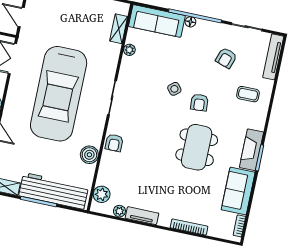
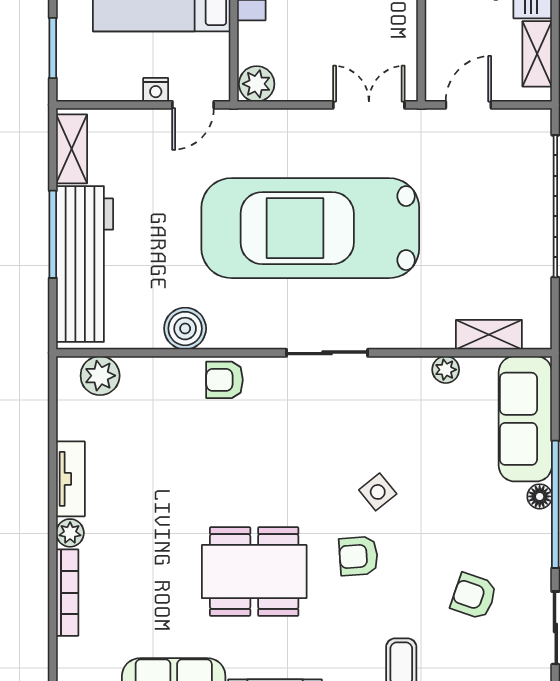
plant: (119, 211) -> (70, 533), moved

